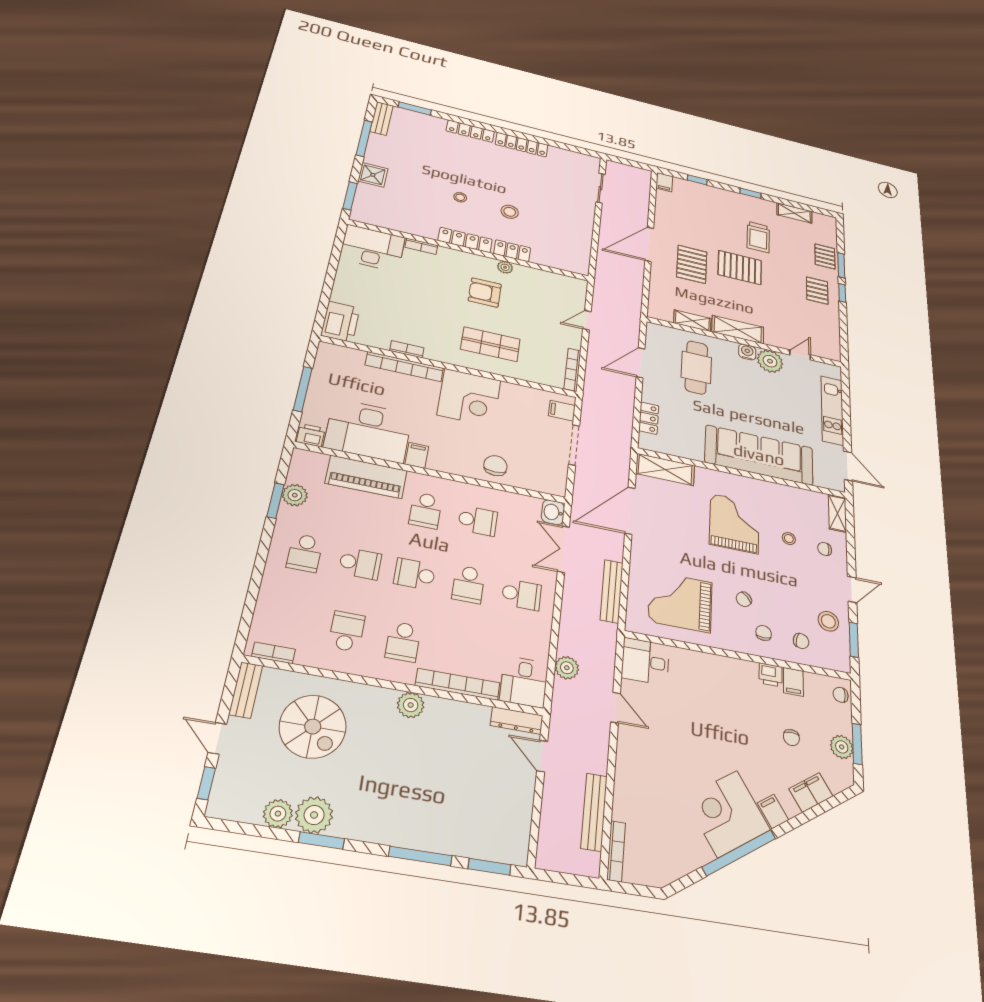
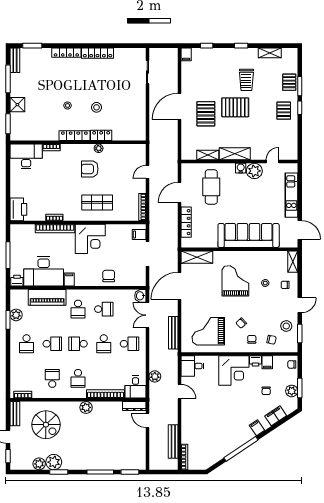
locker: (649, 418) -> (186, 222), width x1.53
corner desk: (727, 814) -> (234, 370), moved, turned -146

